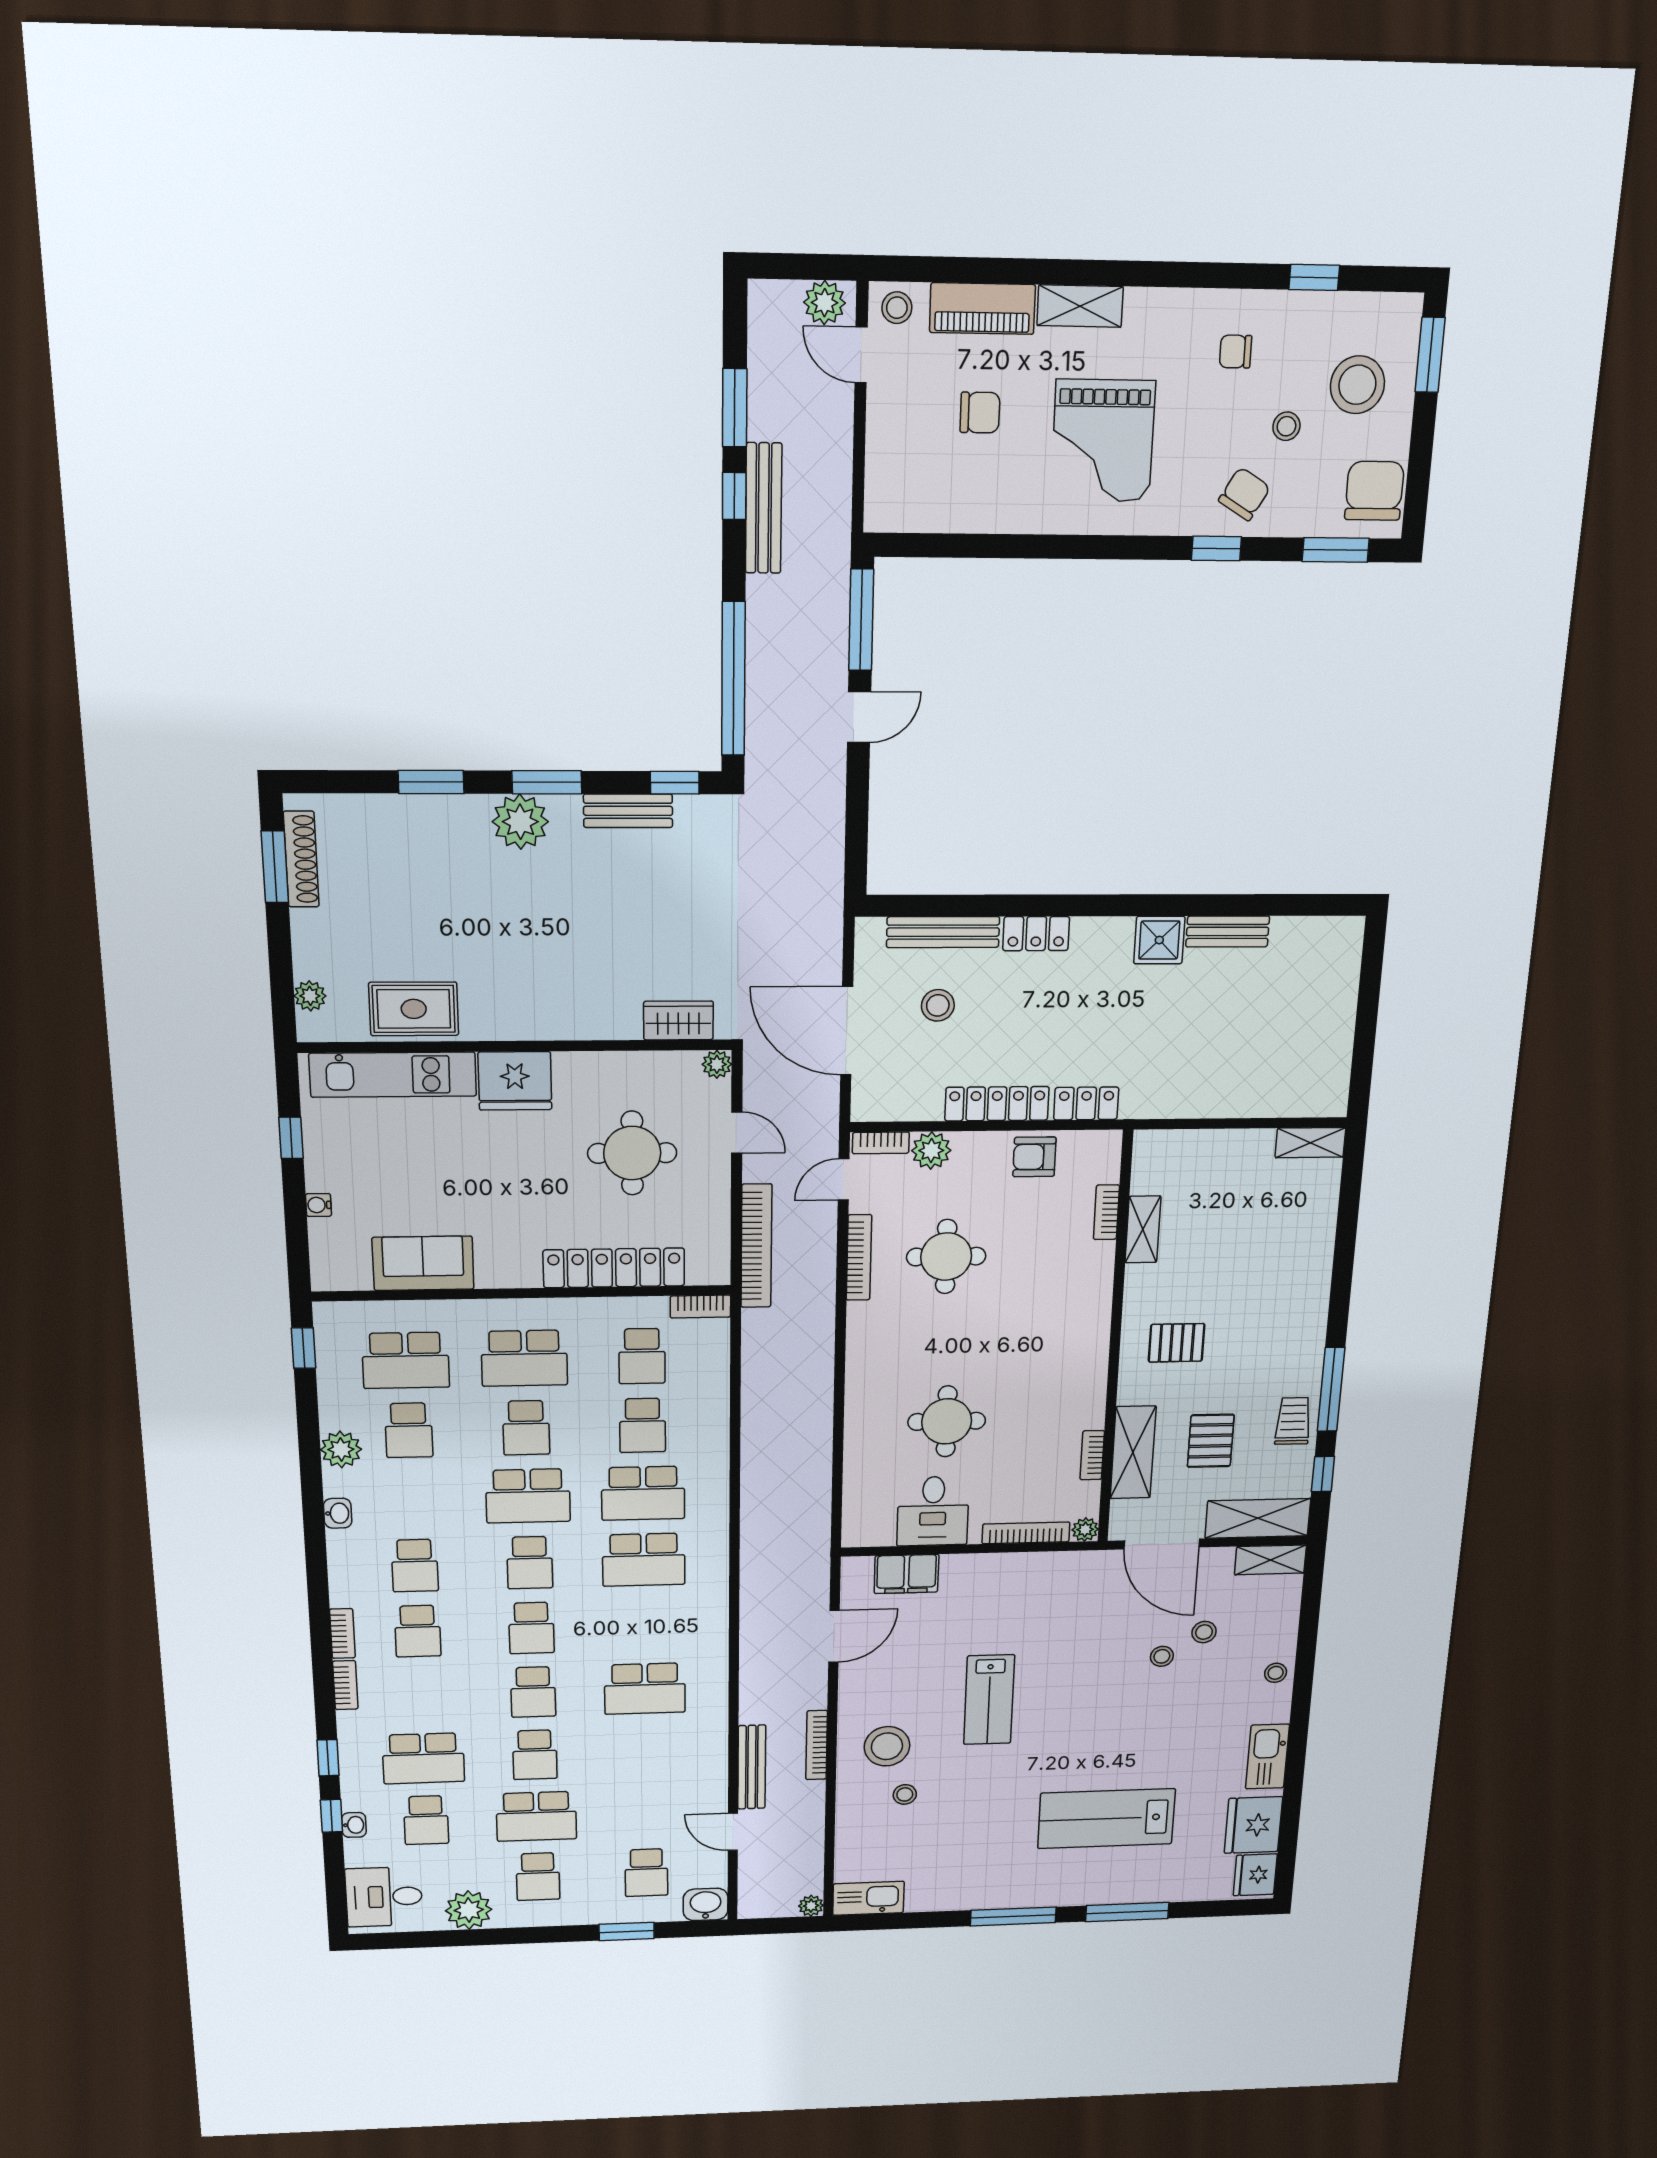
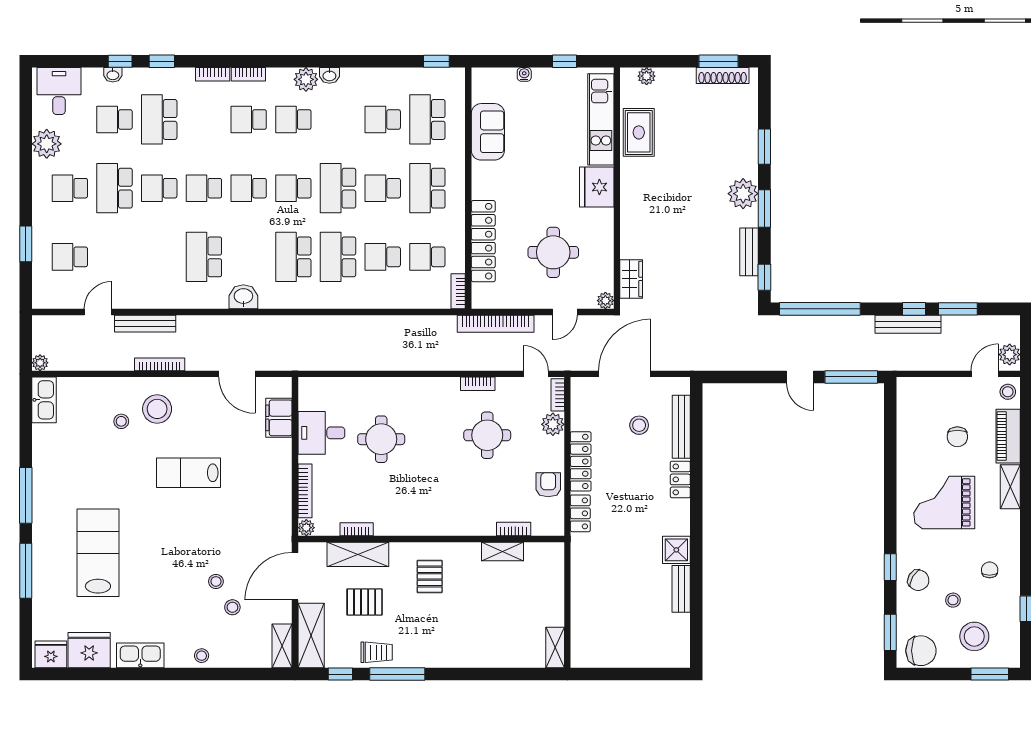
bookcase: (859, 1257) -> (478, 384), width x0.64
plant: (341, 1449) -> (306, 79), moved
washbasin: (706, 1904) -> (243, 297), moved, turned -90

